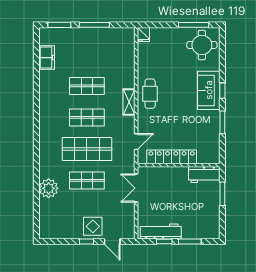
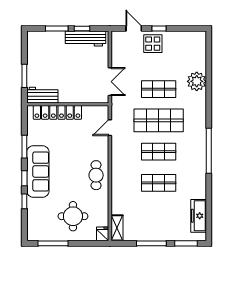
round table: (202, 45) -> (73, 216), moved
freezer: (47, 58) -> (199, 216), width x1.40
window: (222, 67) -> (24, 201), added
sofa: (209, 90) -> (38, 172), width x1.36
shelving: (129, 102) -> (117, 228), moved
window: (36, 118) -> (209, 151), added
locker: (172, 157) -> (57, 112), moved

